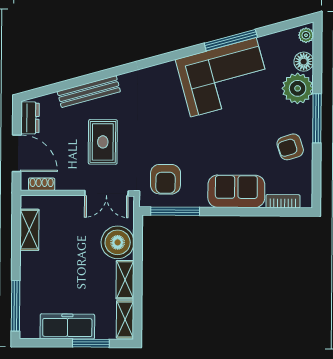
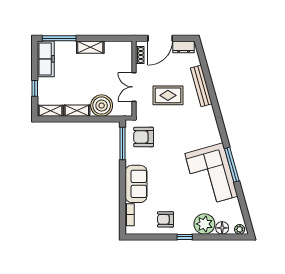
window: (231, 40) -> (232, 165), moved
window: (317, 118) -> (185, 237), width x0.46
armchair: (290, 147) -> (166, 219), turned -72
double door: (106, 193) -> (134, 87), moved
shelving: (29, 230) -> (90, 47), moved
freezer: (67, 326) -> (46, 59), moved
window: (91, 343) -> (35, 88), width x0.67

